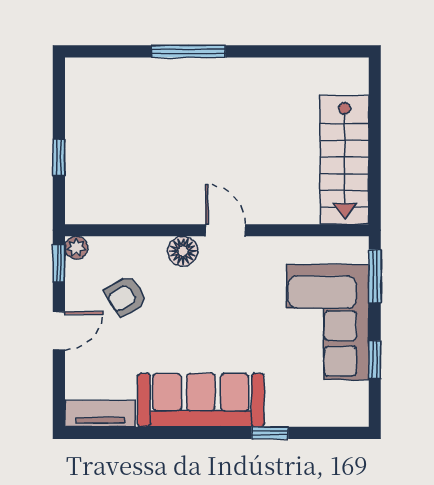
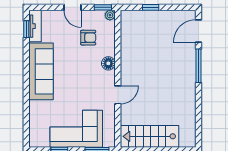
door: (111, 51) -> (198, 31), added
door: (225, 230) -> (118, 95), moved
armchair: (126, 296) -> (88, 38), turned 121
window: (270, 433) -> (26, 29), moved

